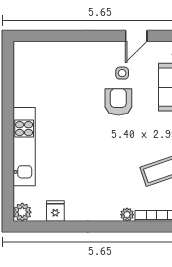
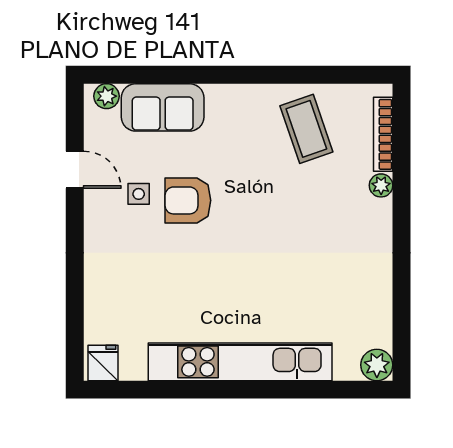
kitchen unit: (24, 147) -> (240, 362), width x1.36
fridge: (55, 211) -> (103, 363), moved, turned 90

